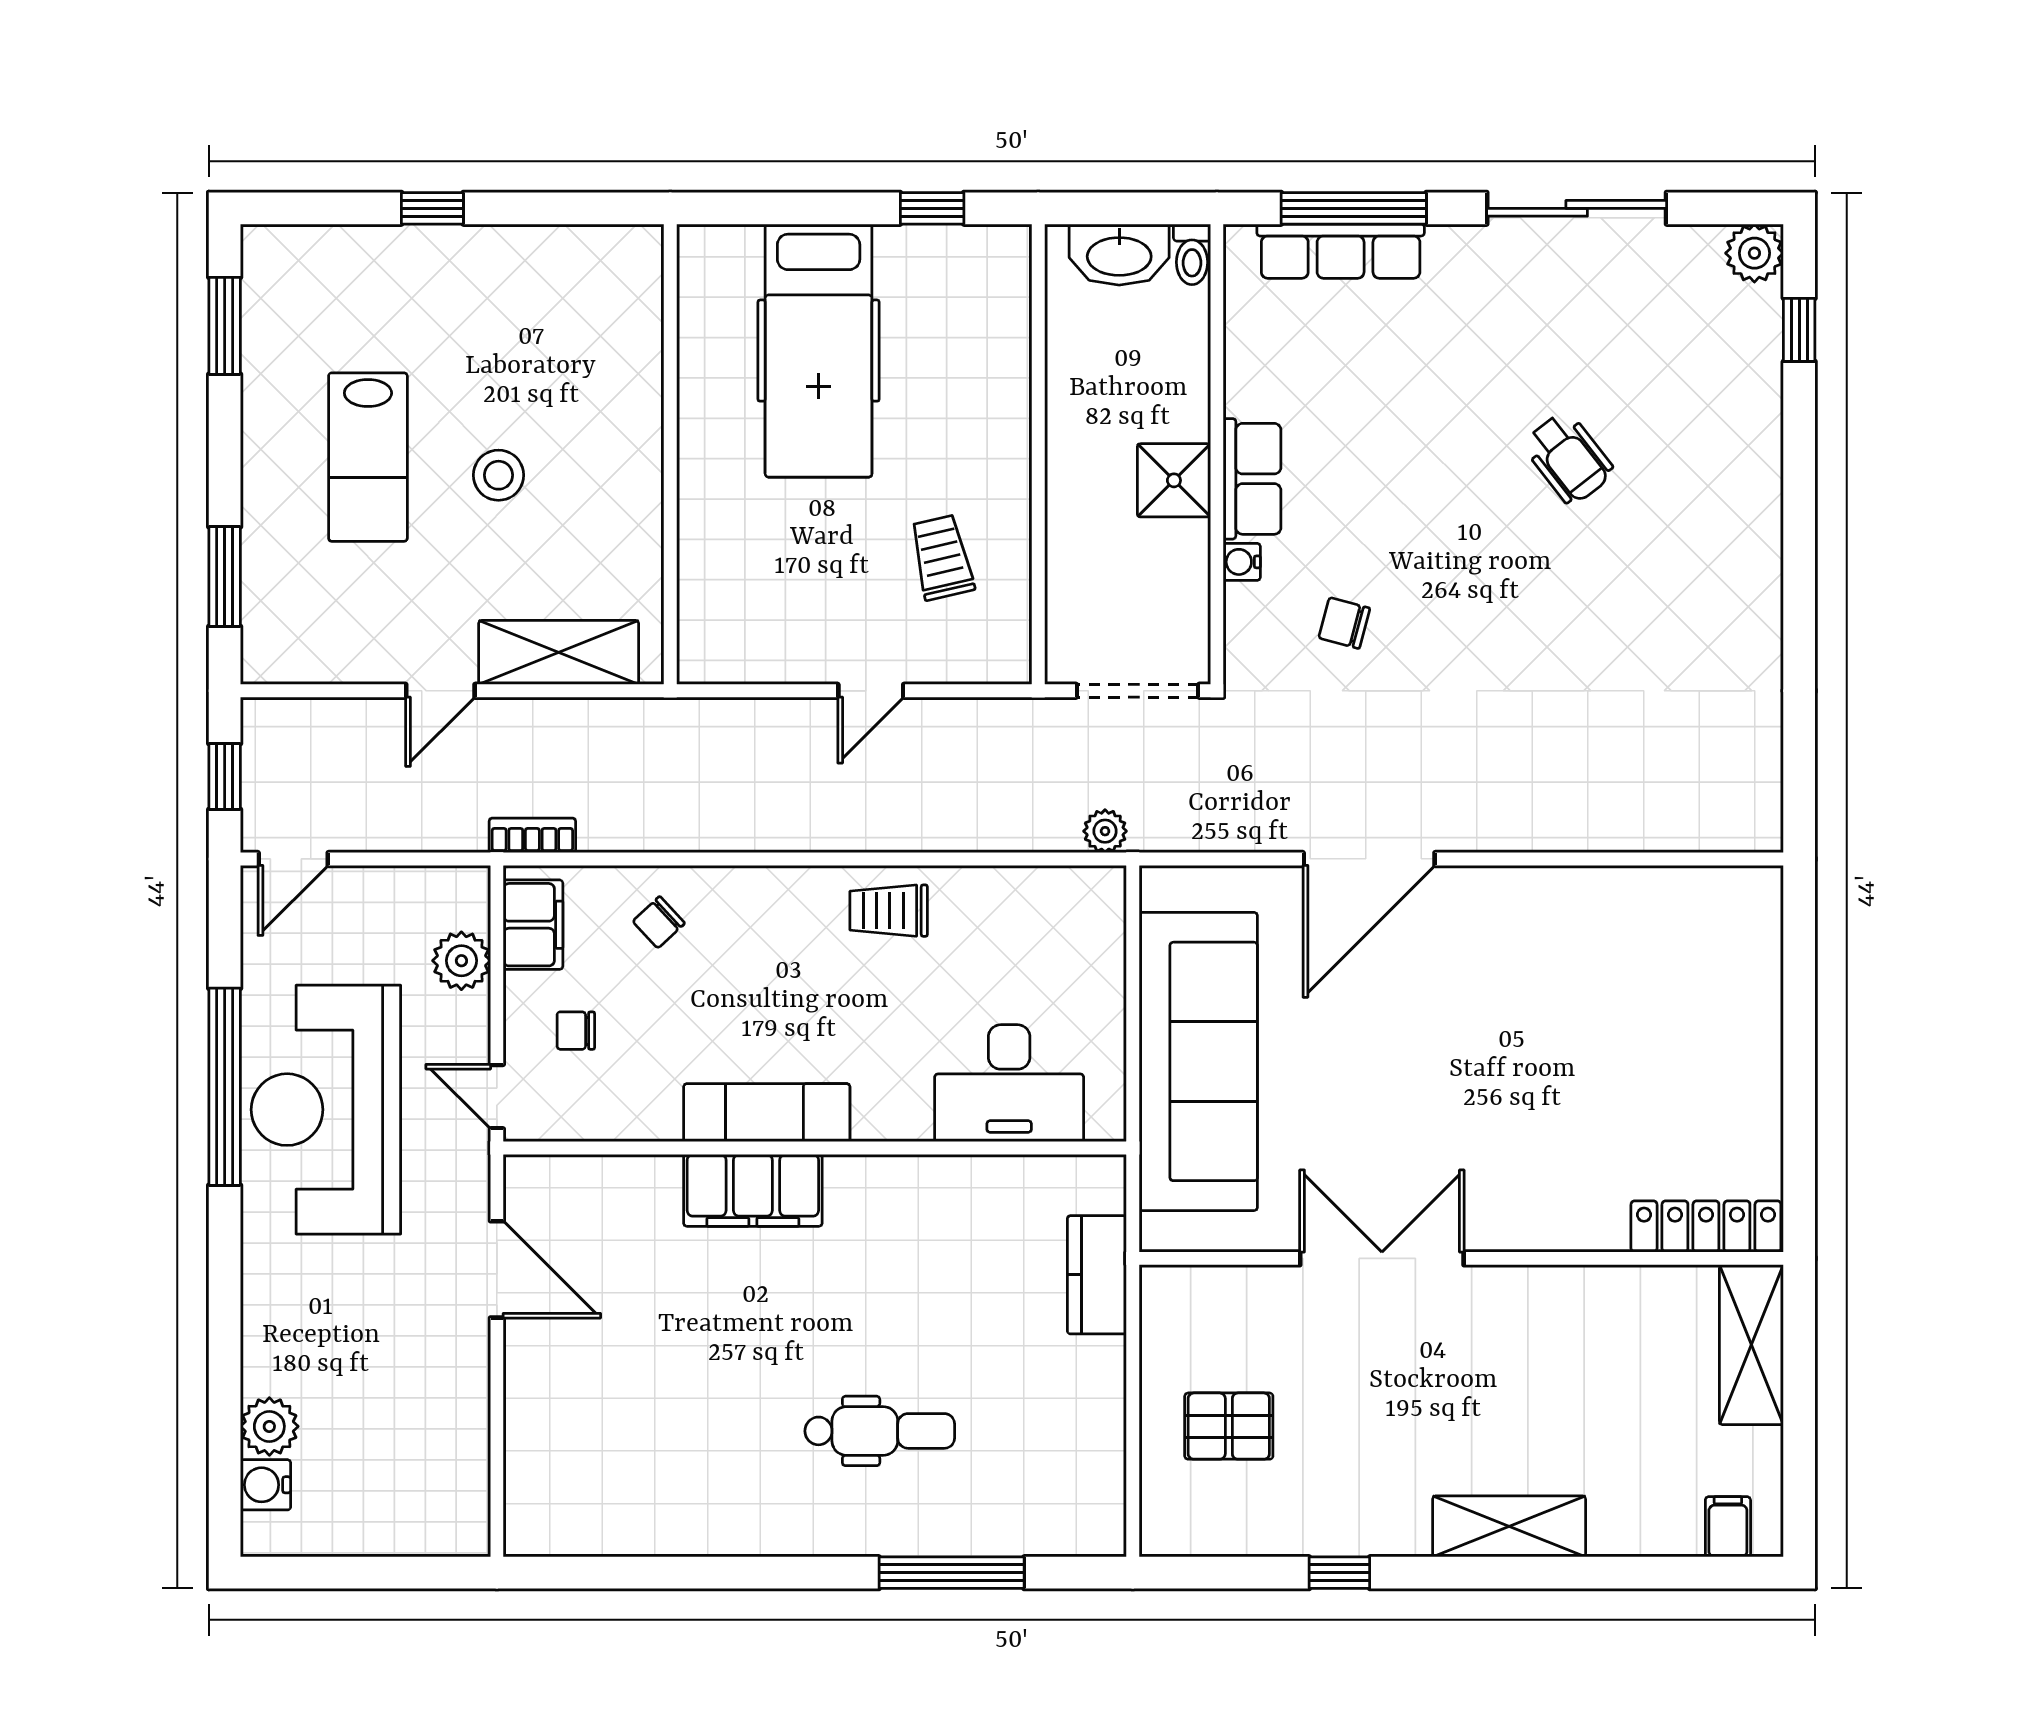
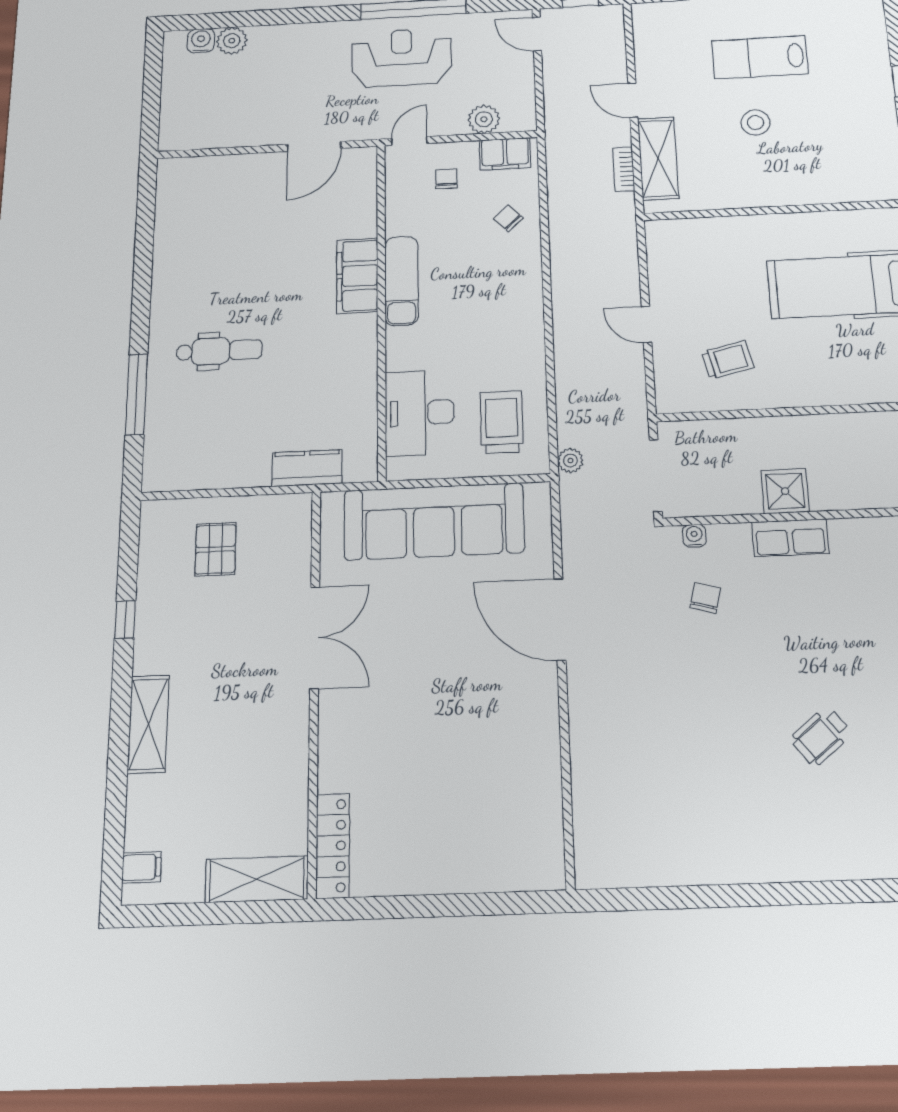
water cooler: (1242, 562) -> (694, 536), moved
bookcase: (532, 835) -> (624, 169), moved, turned 180
trolley: (889, 911) -> (502, 422), moved, width x1.36, depth x1.39
reception desk: (326, 1110) -> (401, 58), width x0.74, depth x0.77
dental chair: (880, 1431) -> (219, 351), turned -90

